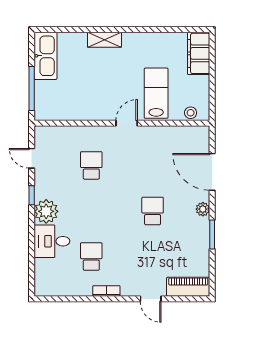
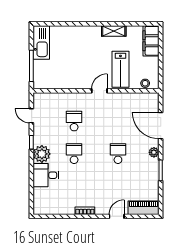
shelving: (104, 40) -> (114, 31), moved
lab bench: (156, 93) -> (120, 69), turned 180
school desk: (91, 257) -> (74, 154), moved
door: (151, 299) -> (117, 216), swing flipped

